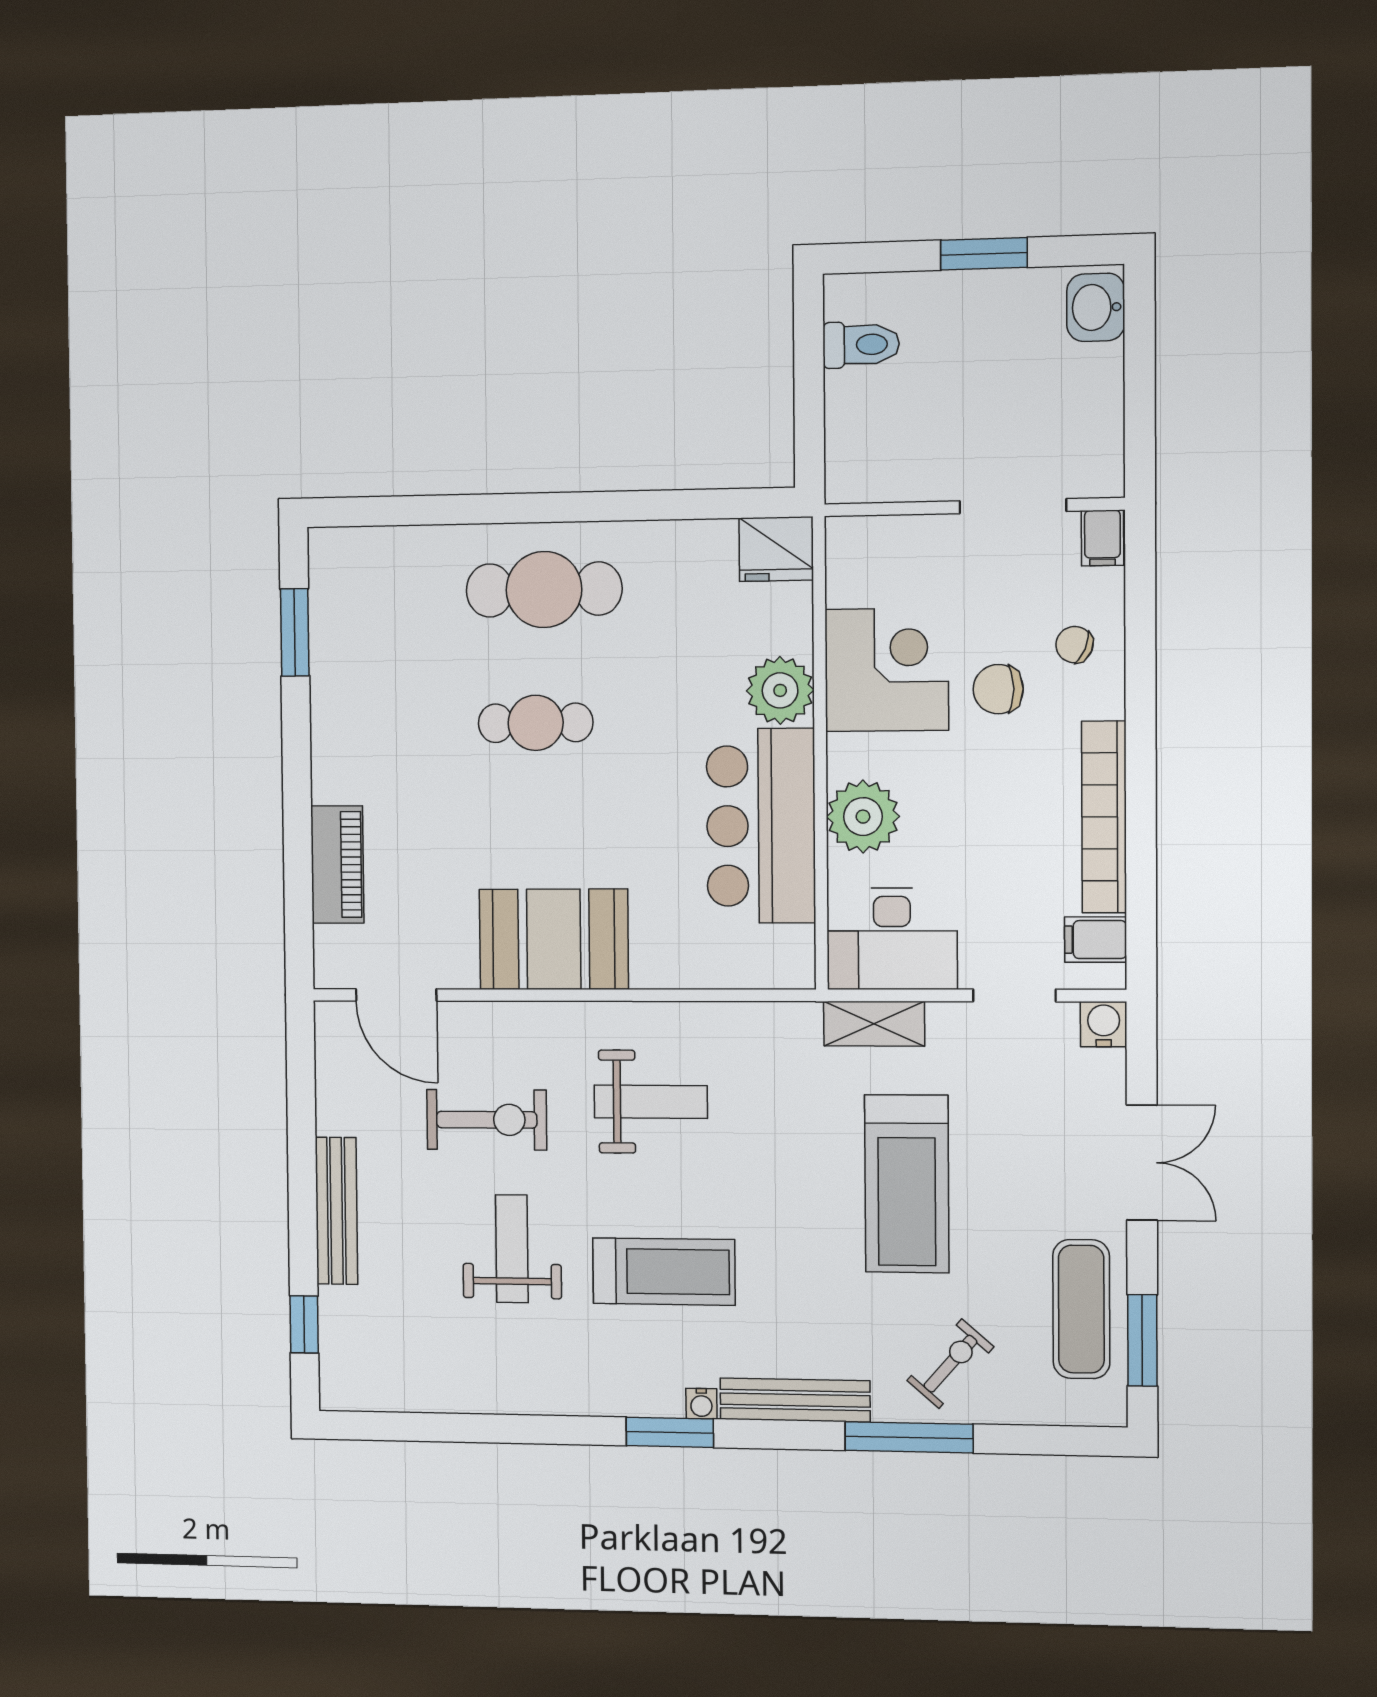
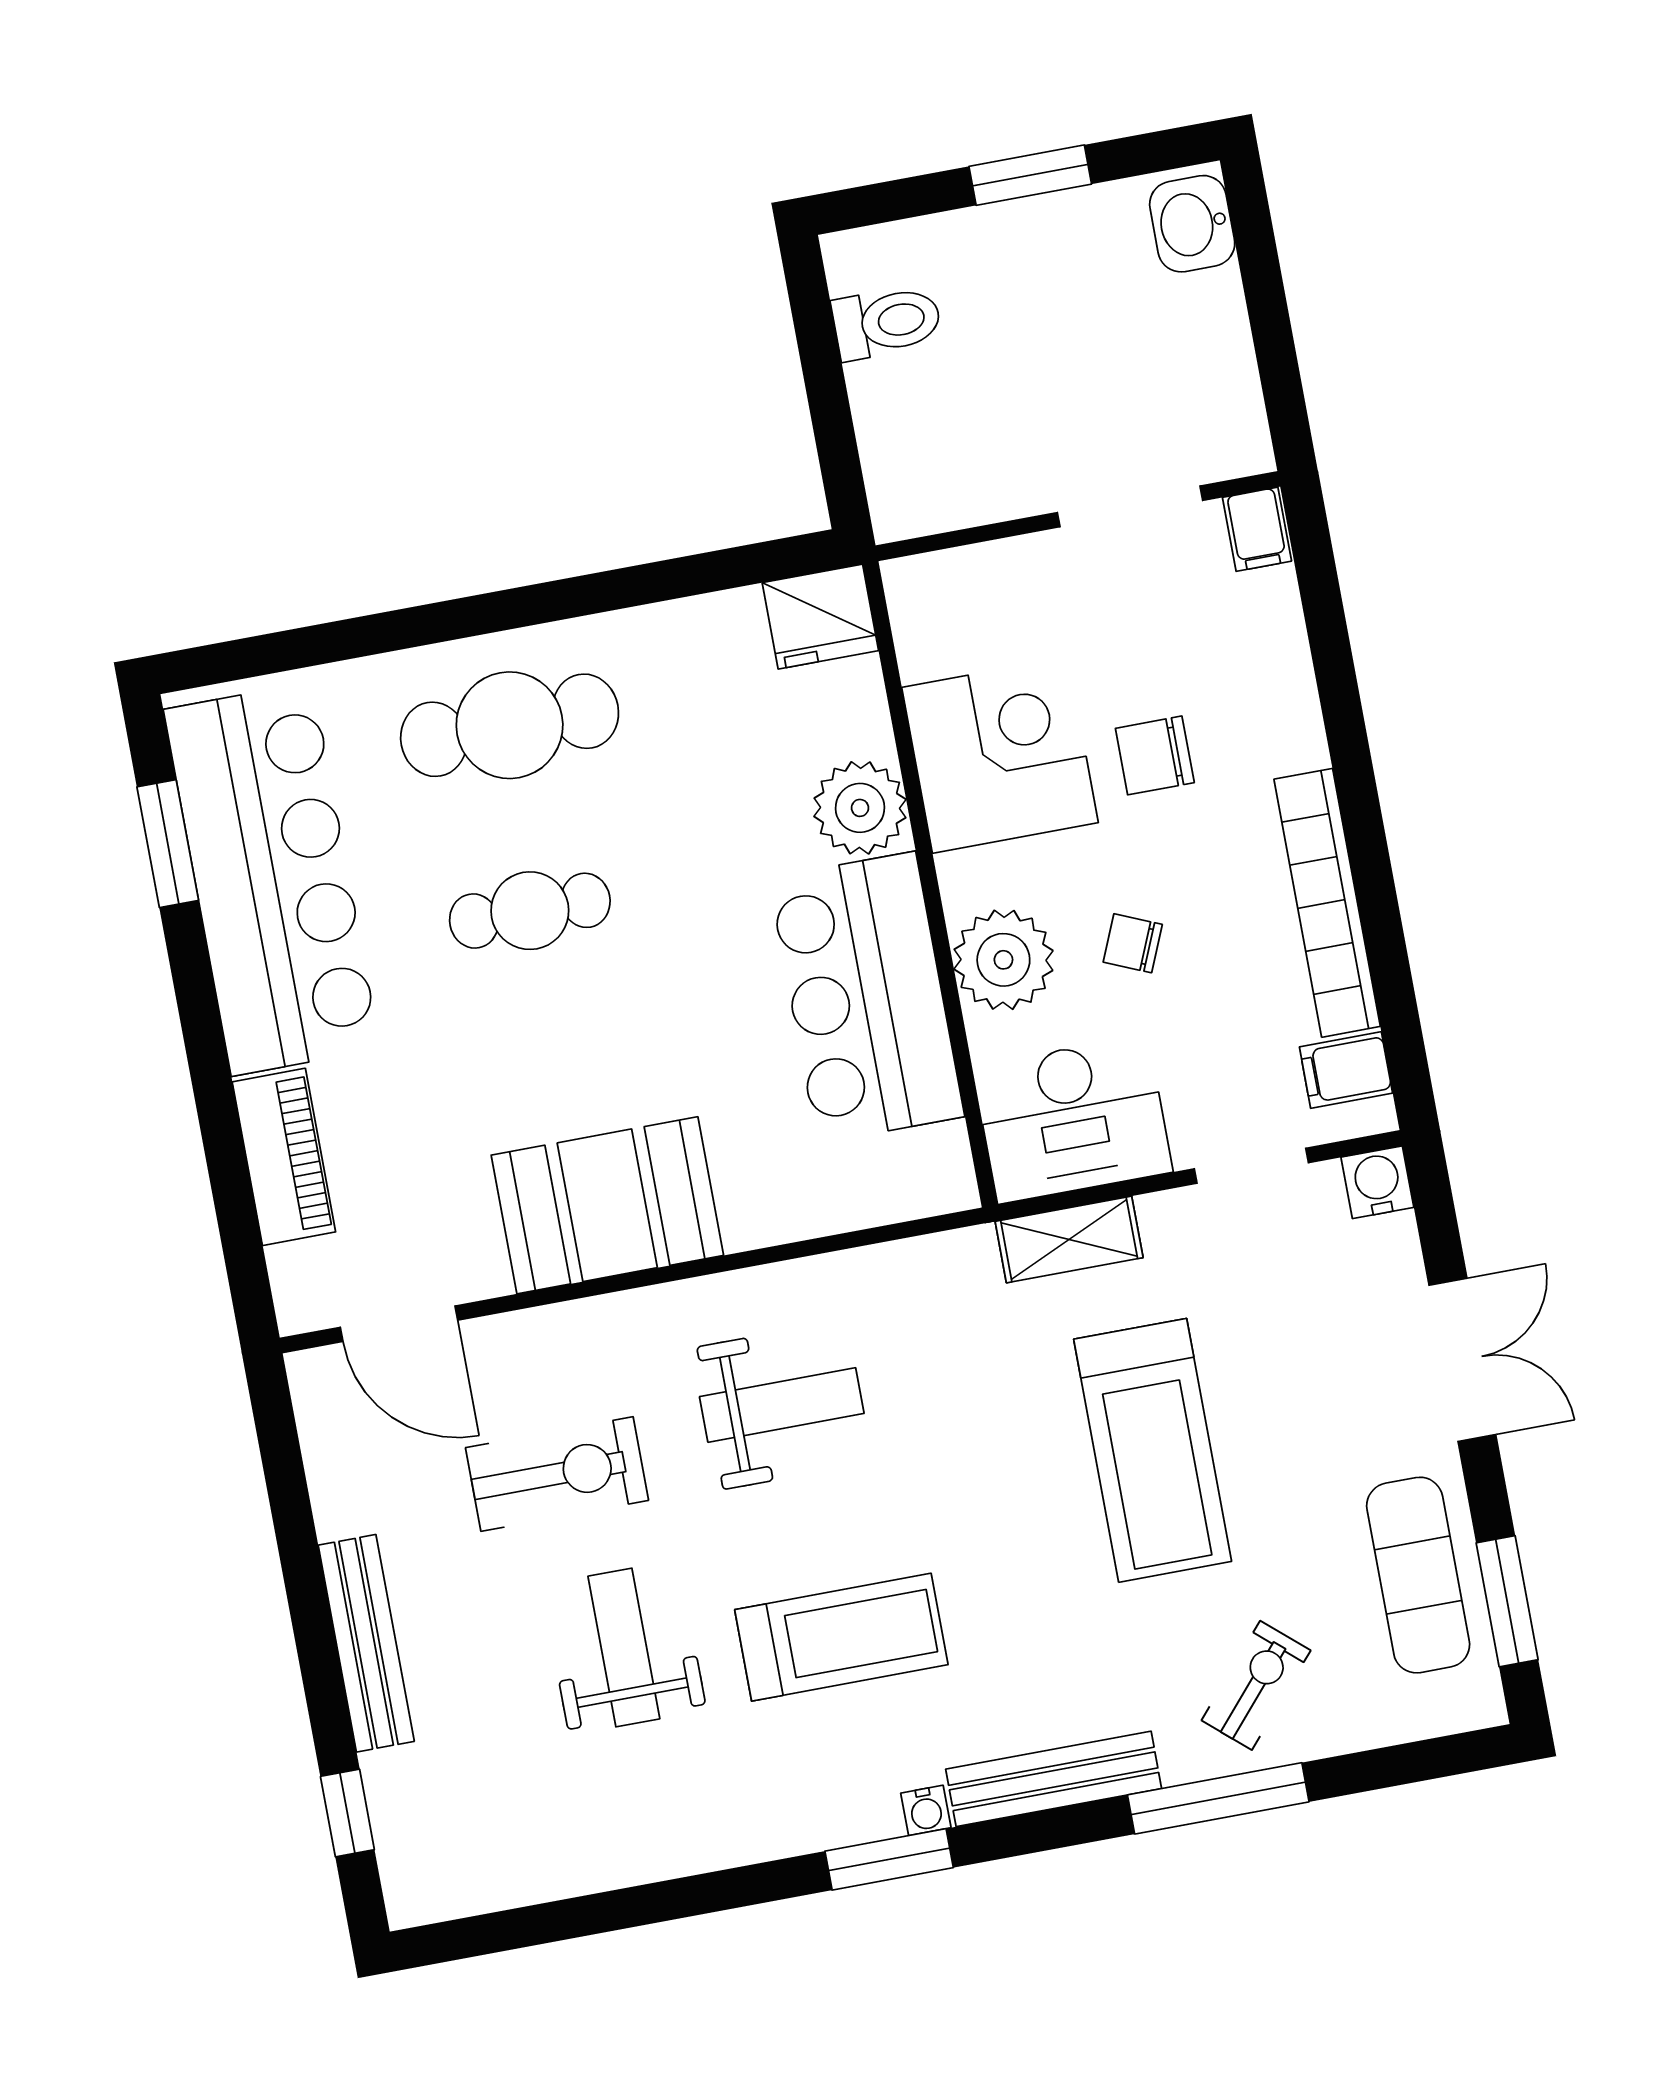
chair: (1074, 645) -> (1133, 943), moved
bar counter: (362, 670) -> (272, 879), added

